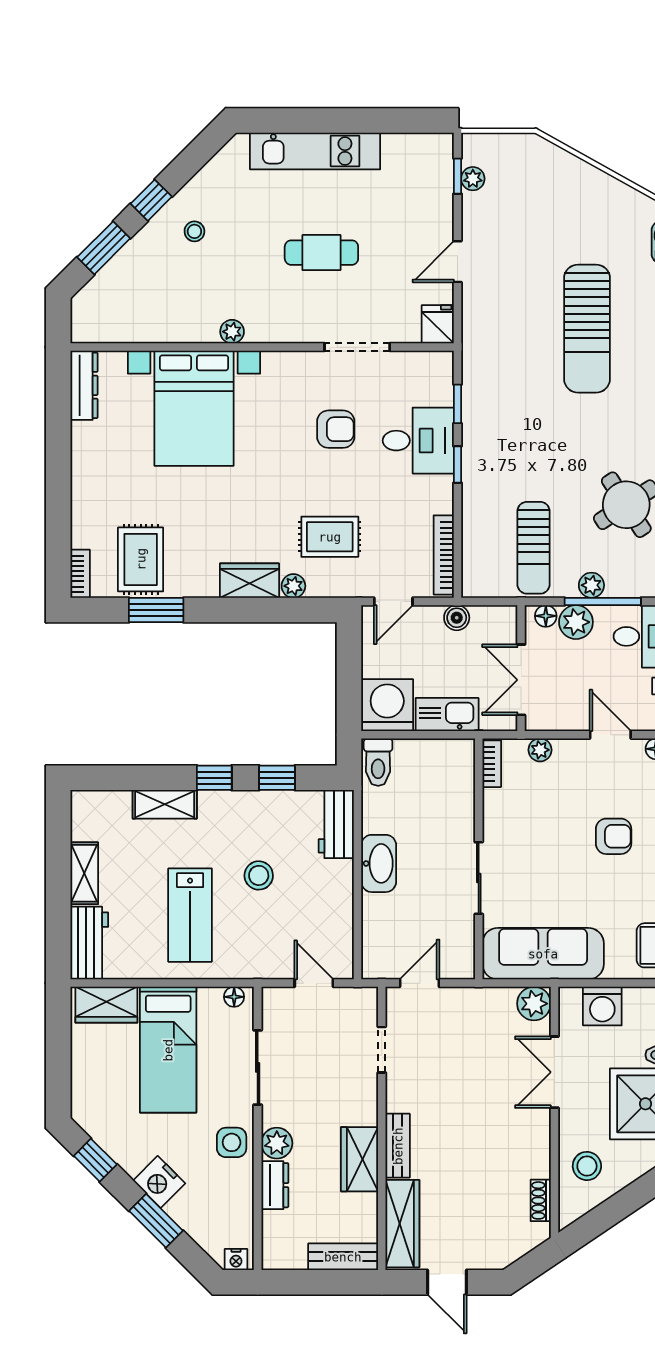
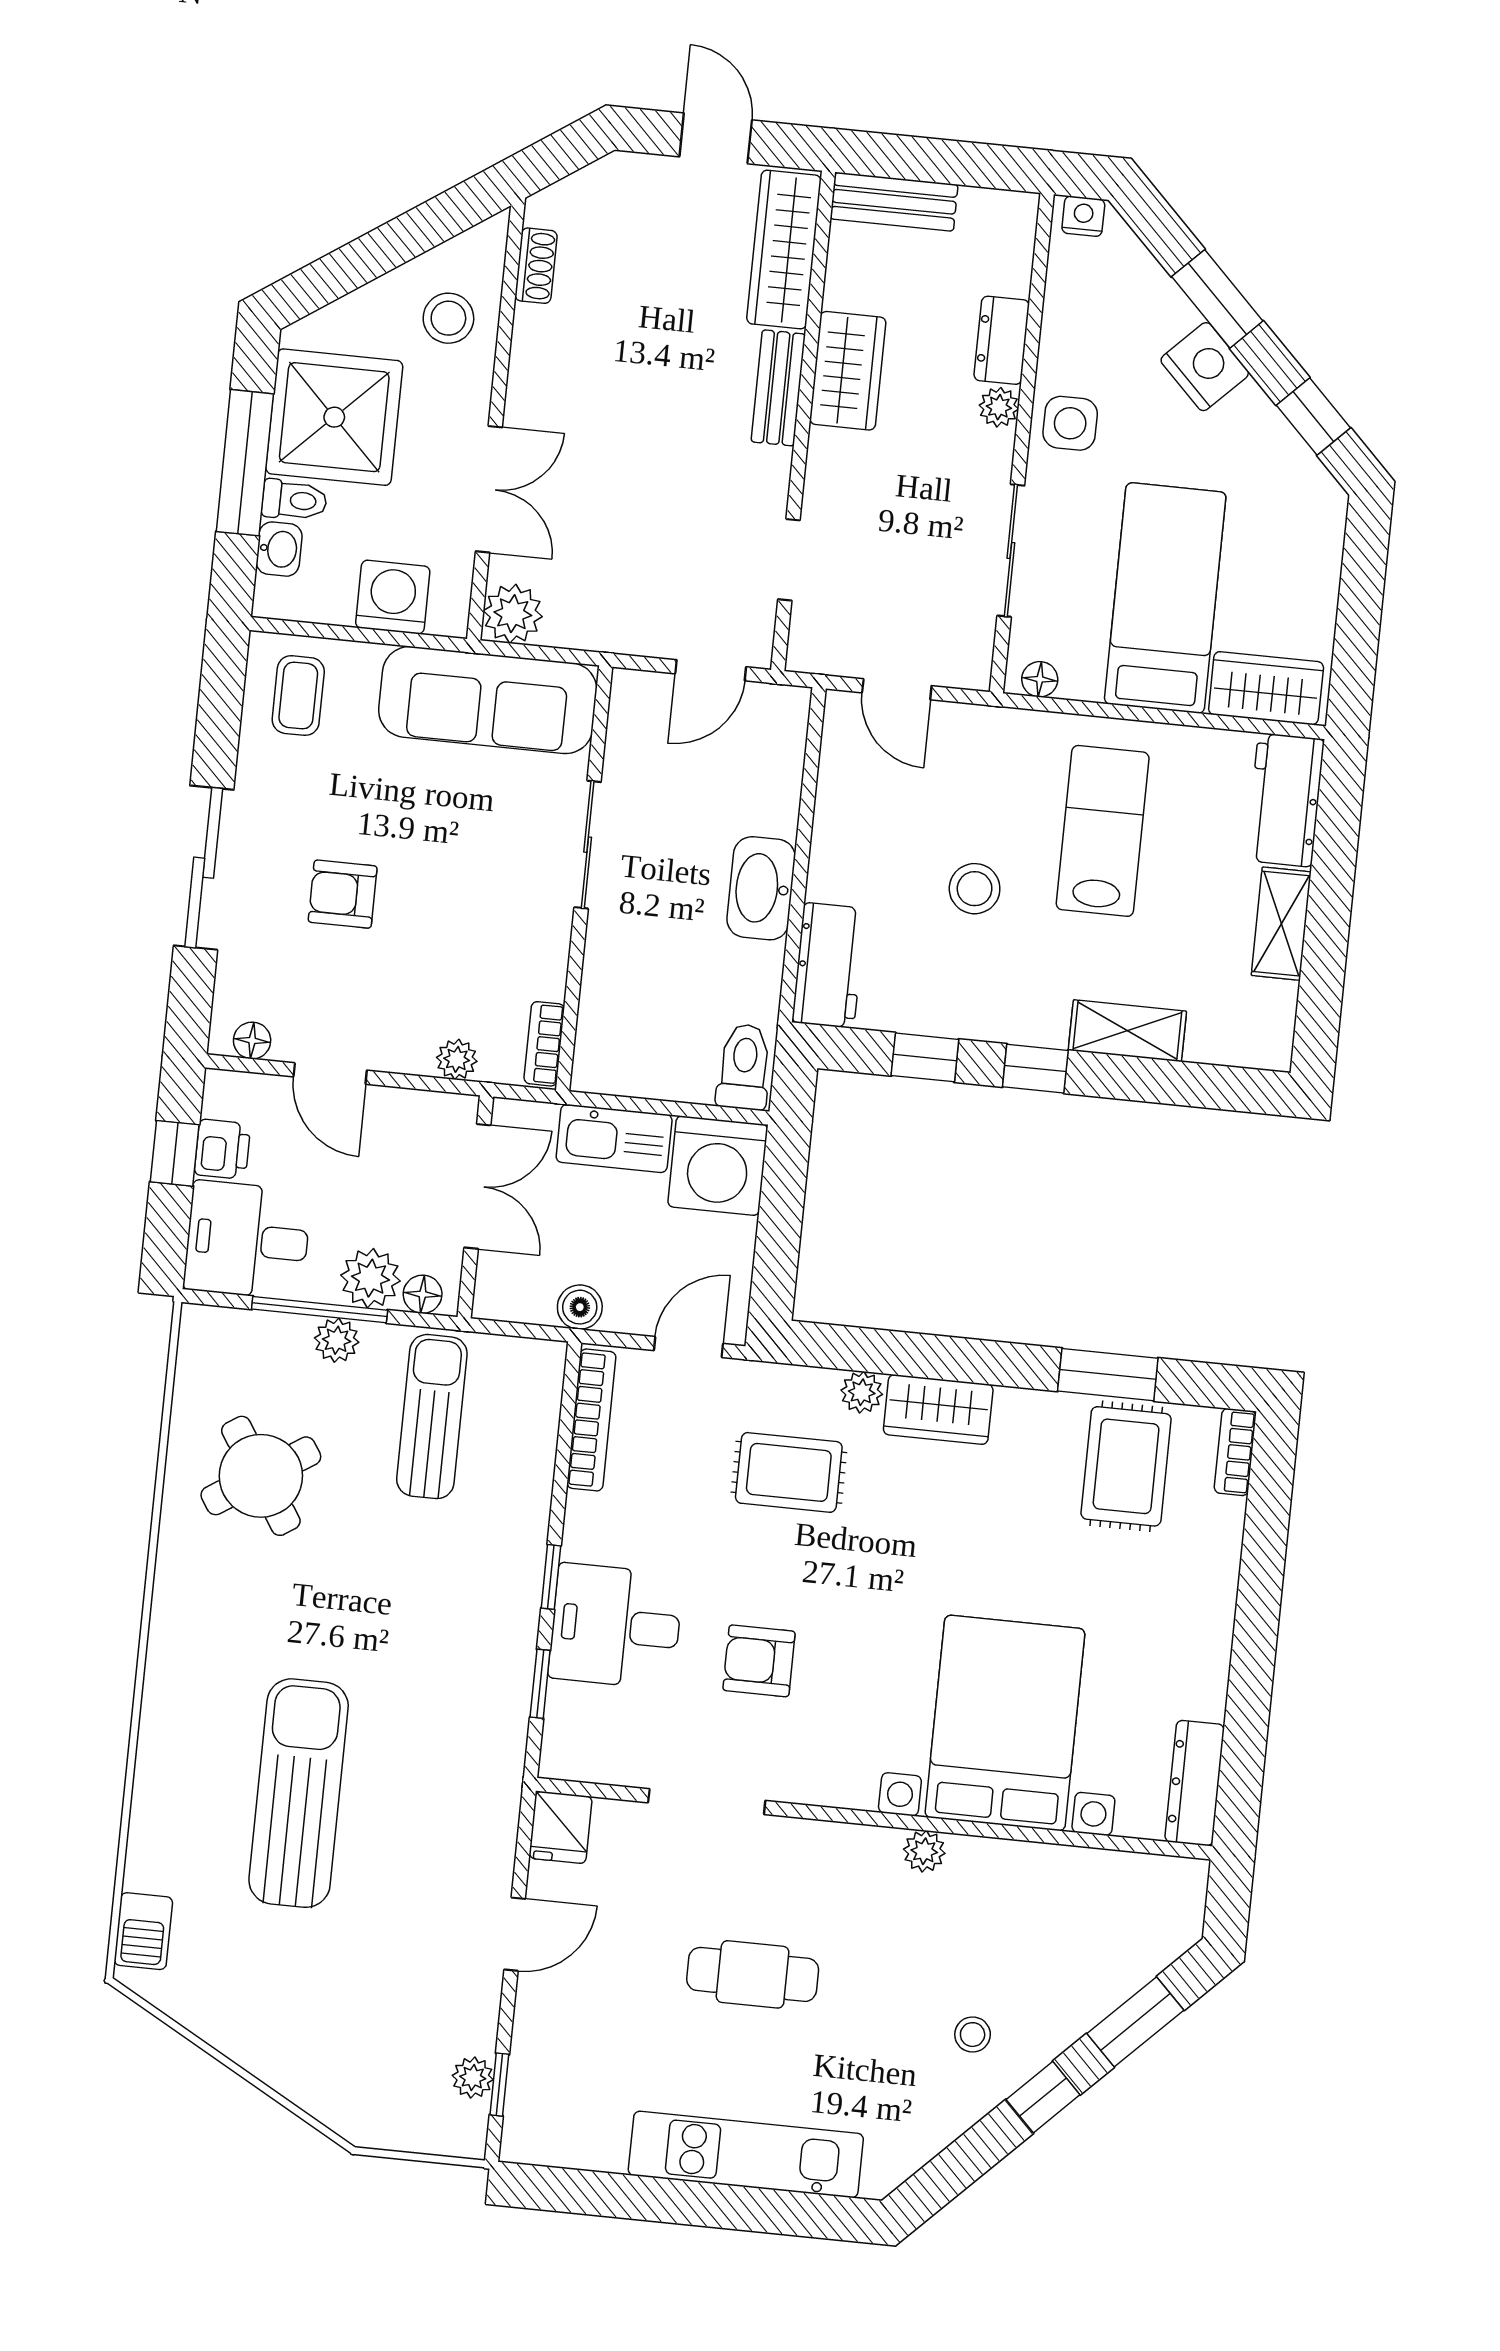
plant: (277, 1143) -> (999, 407), width x0.73, depth x0.73

